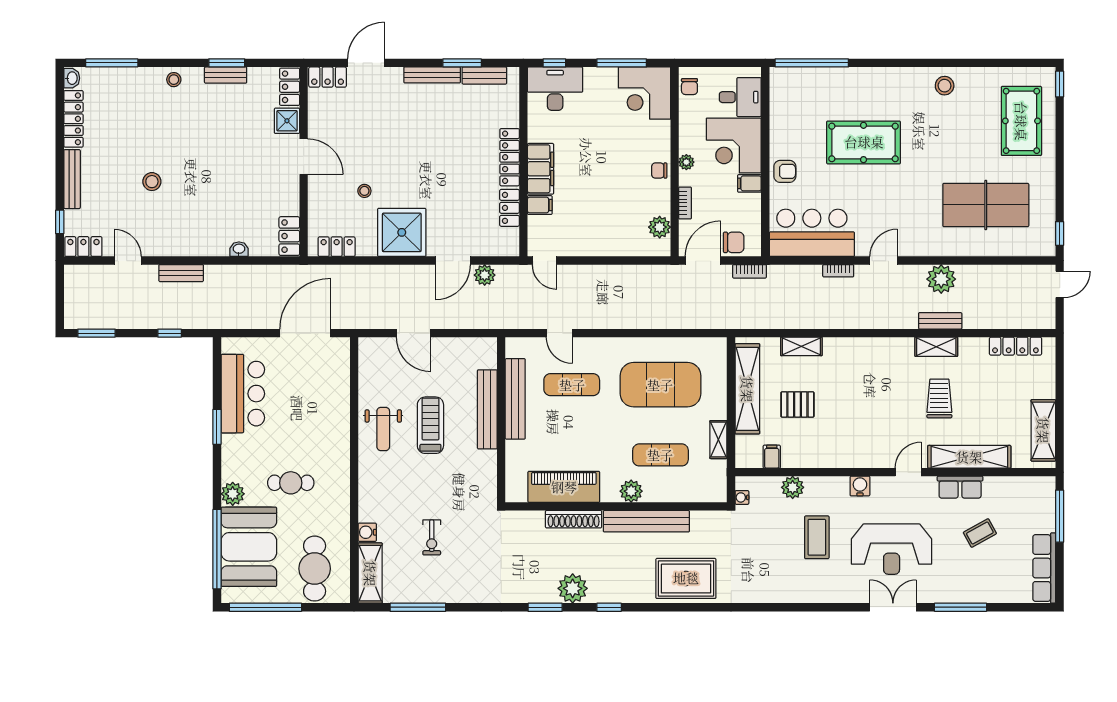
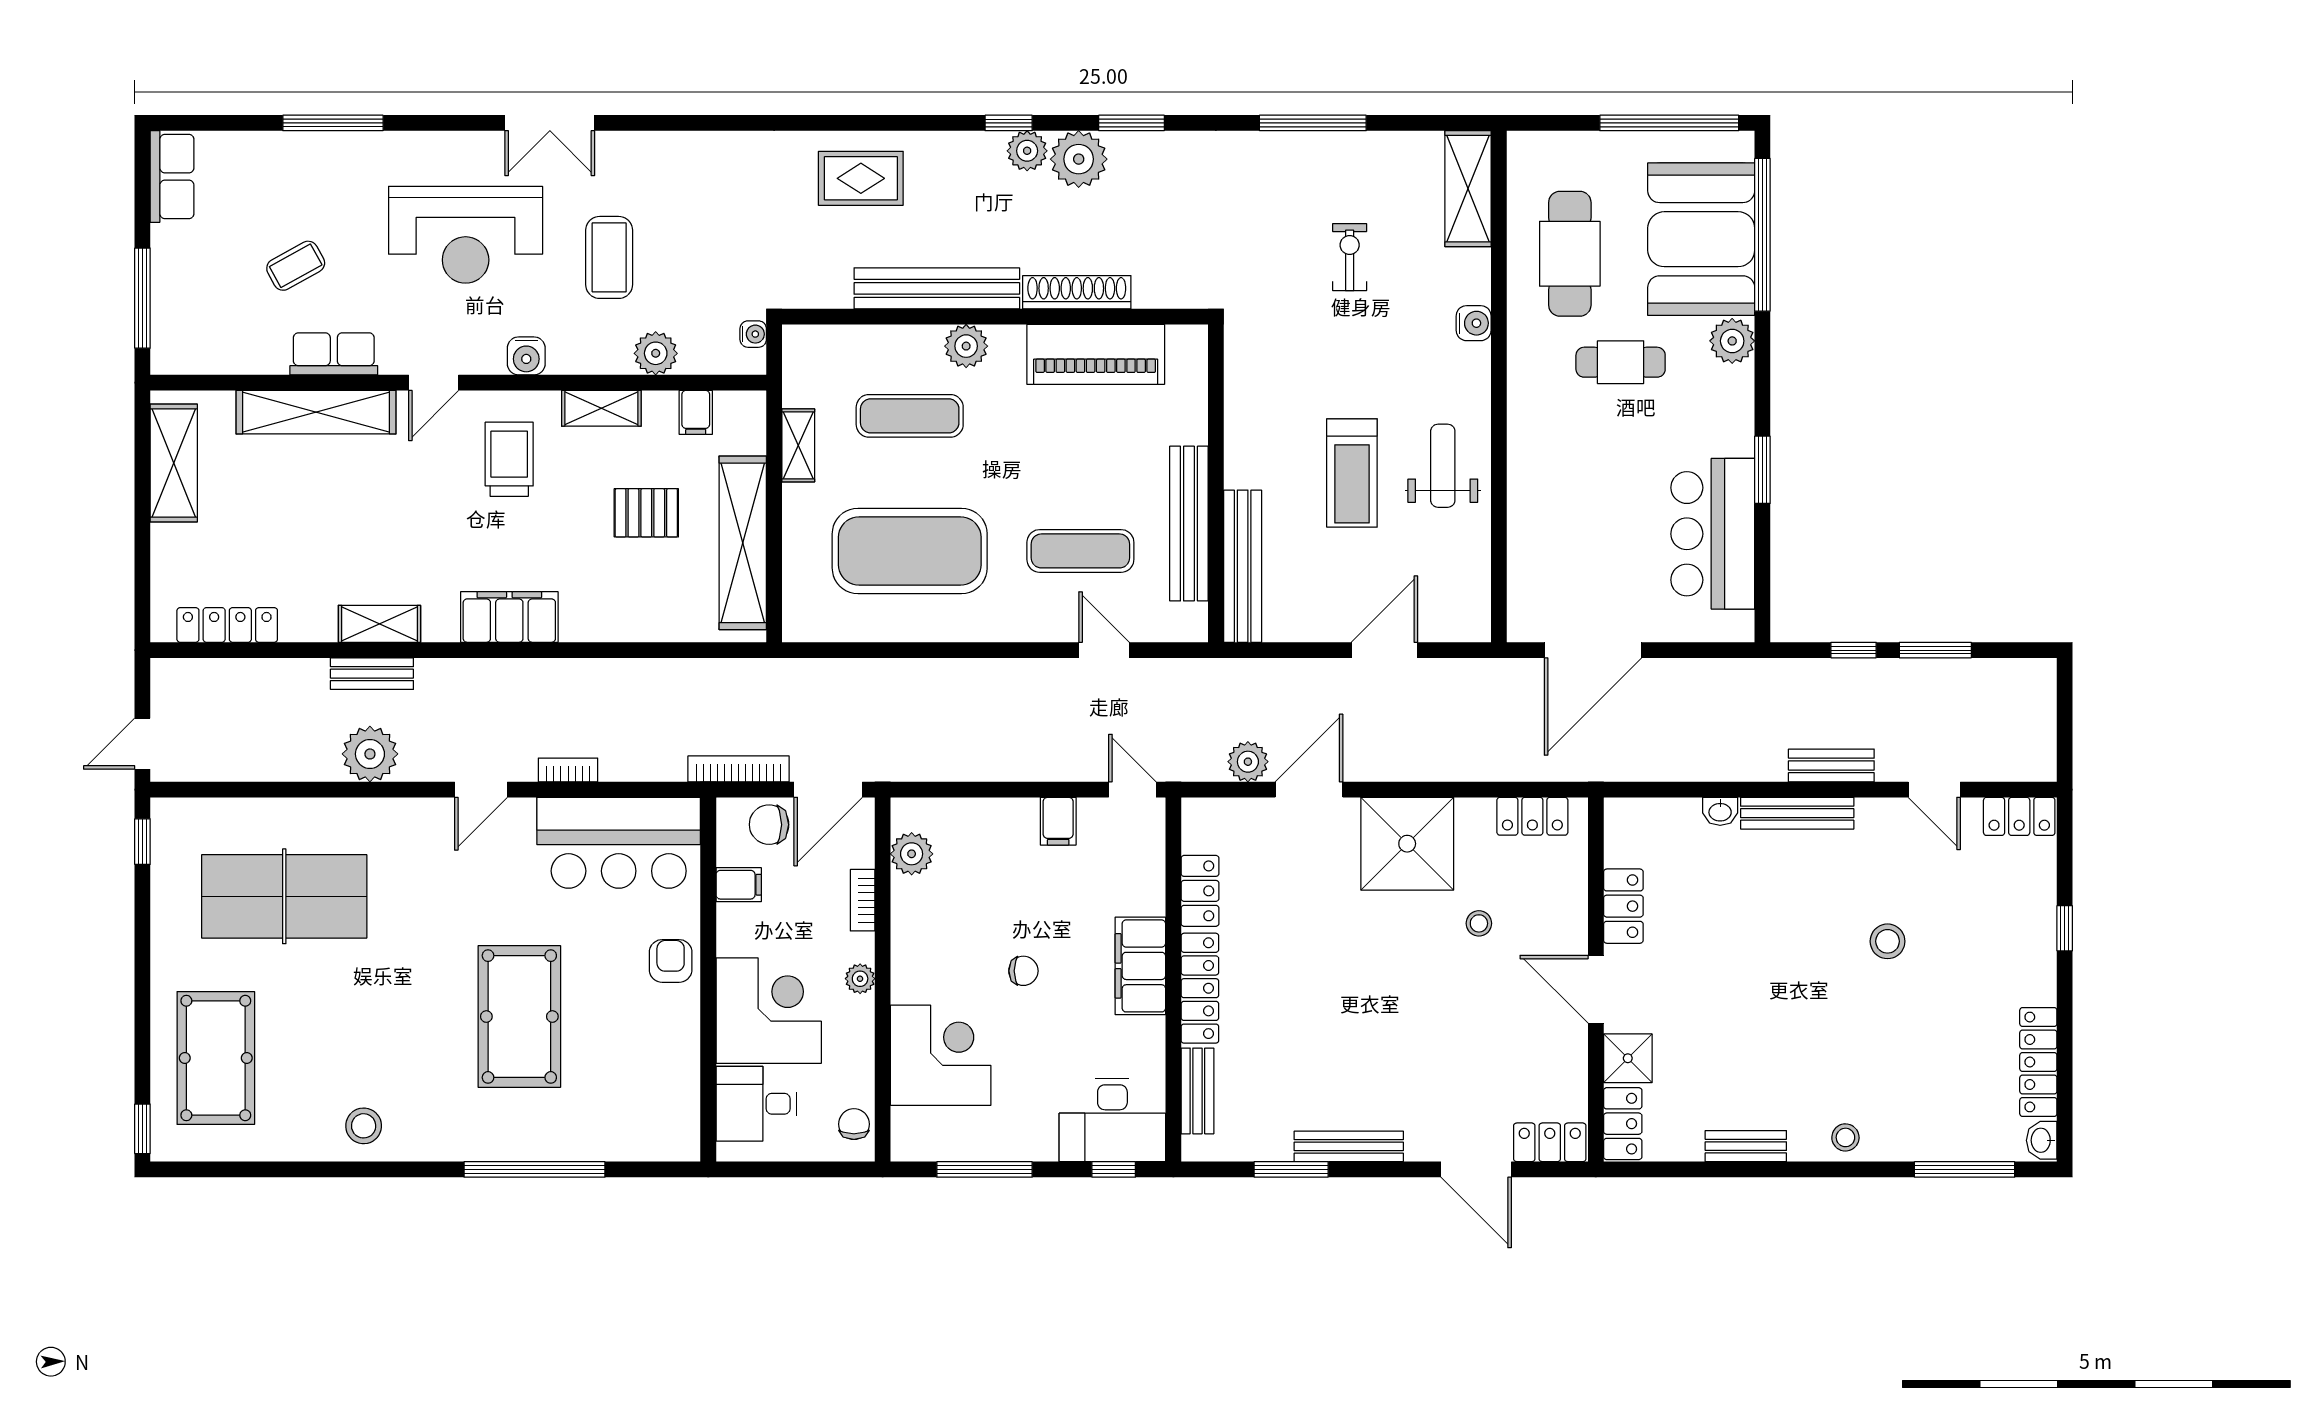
window: (227, 63) -> (1744, 1169), removed
door: (366, 63) -> (1476, 1169), hinge flipped
window: (812, 63) -> (534, 1169), moved
bench: (484, 76) -> (1197, 1091), moved, turned 90
corner desk: (644, 93) -> (941, 1055), moved
pool table: (864, 142) -> (519, 1017), turned 90
chair: (659, 171) -> (1023, 971), moved
armchair: (785, 171) -> (671, 961), turned 90
bench: (72, 179) -> (1797, 813), moved, turned 90
filing cabinet: (749, 183) -> (739, 885), moved
filing cabinet: (540, 205) -> (1058, 821), moved, turned -90
window: (60, 222) -> (2065, 928), moved
locker: (289, 236) -> (1623, 906), moved
bookcase: (750, 271) -> (739, 769), width x1.56
window: (96, 333) -> (1935, 650), moved
door: (414, 333) -> (1384, 650), hinge flipped
shelving: (801, 346) -> (601, 408), moved
filing cabinet: (869, 350) -> (509, 617), added
trolley: (939, 398) -> (509, 459), moved, turned 180
bench: (487, 409) -> (1243, 566), moved
water cooler: (367, 532) -> (1474, 323), moved
reception desk: (892, 549) -> (466, 235), turned 180
row of seats: (1044, 568) -> (172, 177), width x0.68
cafe table: (315, 569) -> (1570, 254), moved
rug: (686, 578) -> (861, 178), width x0.73, depth x0.70
plant: (599, 593) -> (1027, 151), added
window: (418, 607) -> (1313, 123), moved
double door: (893, 607) -> (550, 123), moved

